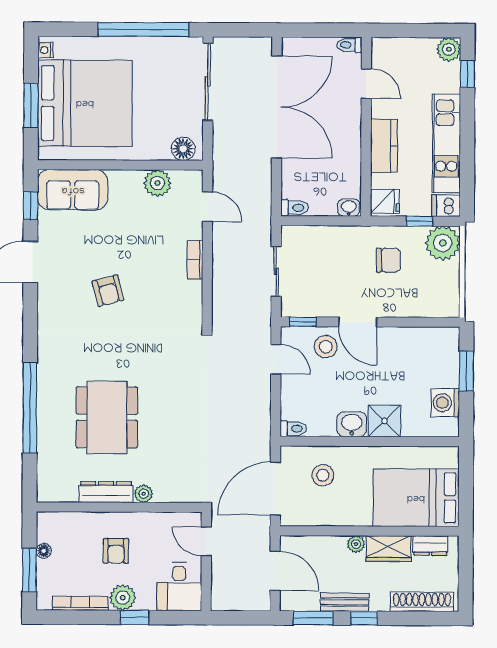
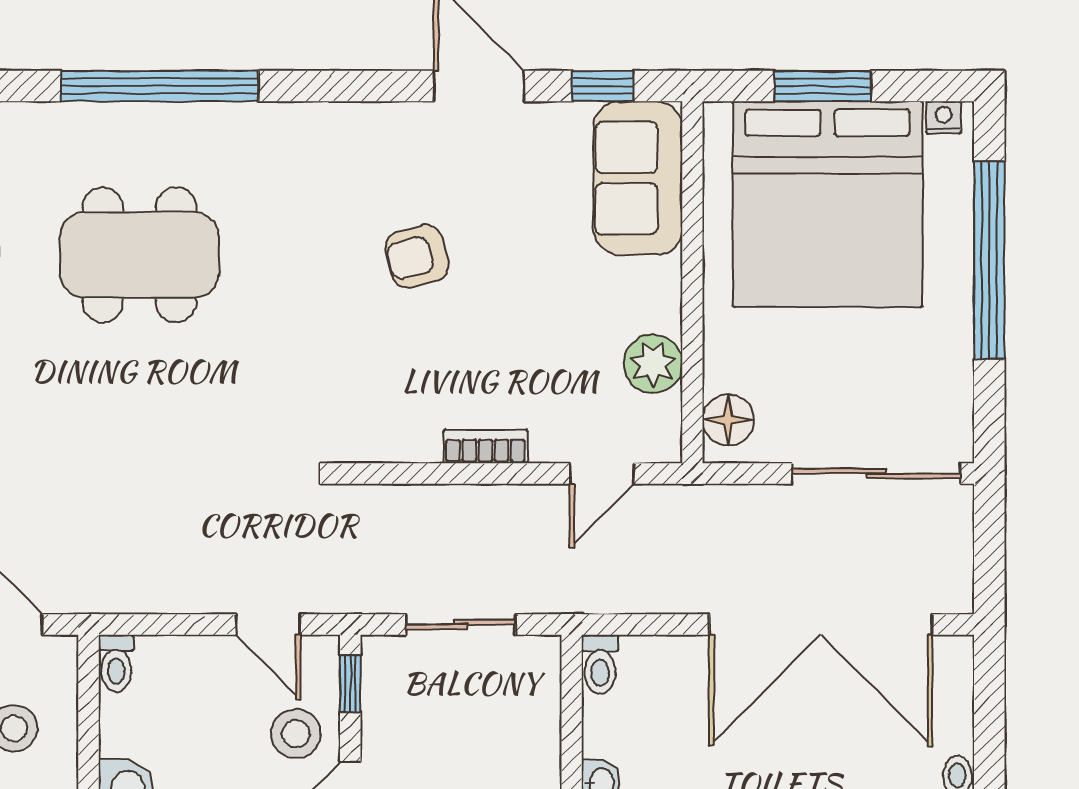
window: (143, 30) -> (989, 260), moved
door: (276, 359) -> (268, 625), hinge flipped

